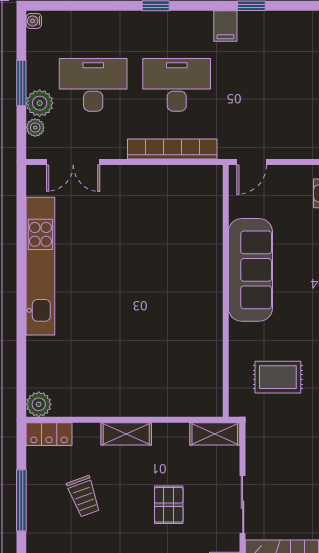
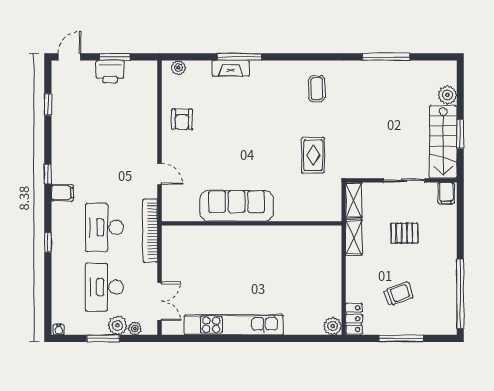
sofa: (250, 270) -> (237, 206), moved
wall: (226, 291) -> (252, 223), moved
shelving: (126, 434) -> (354, 237), moved

